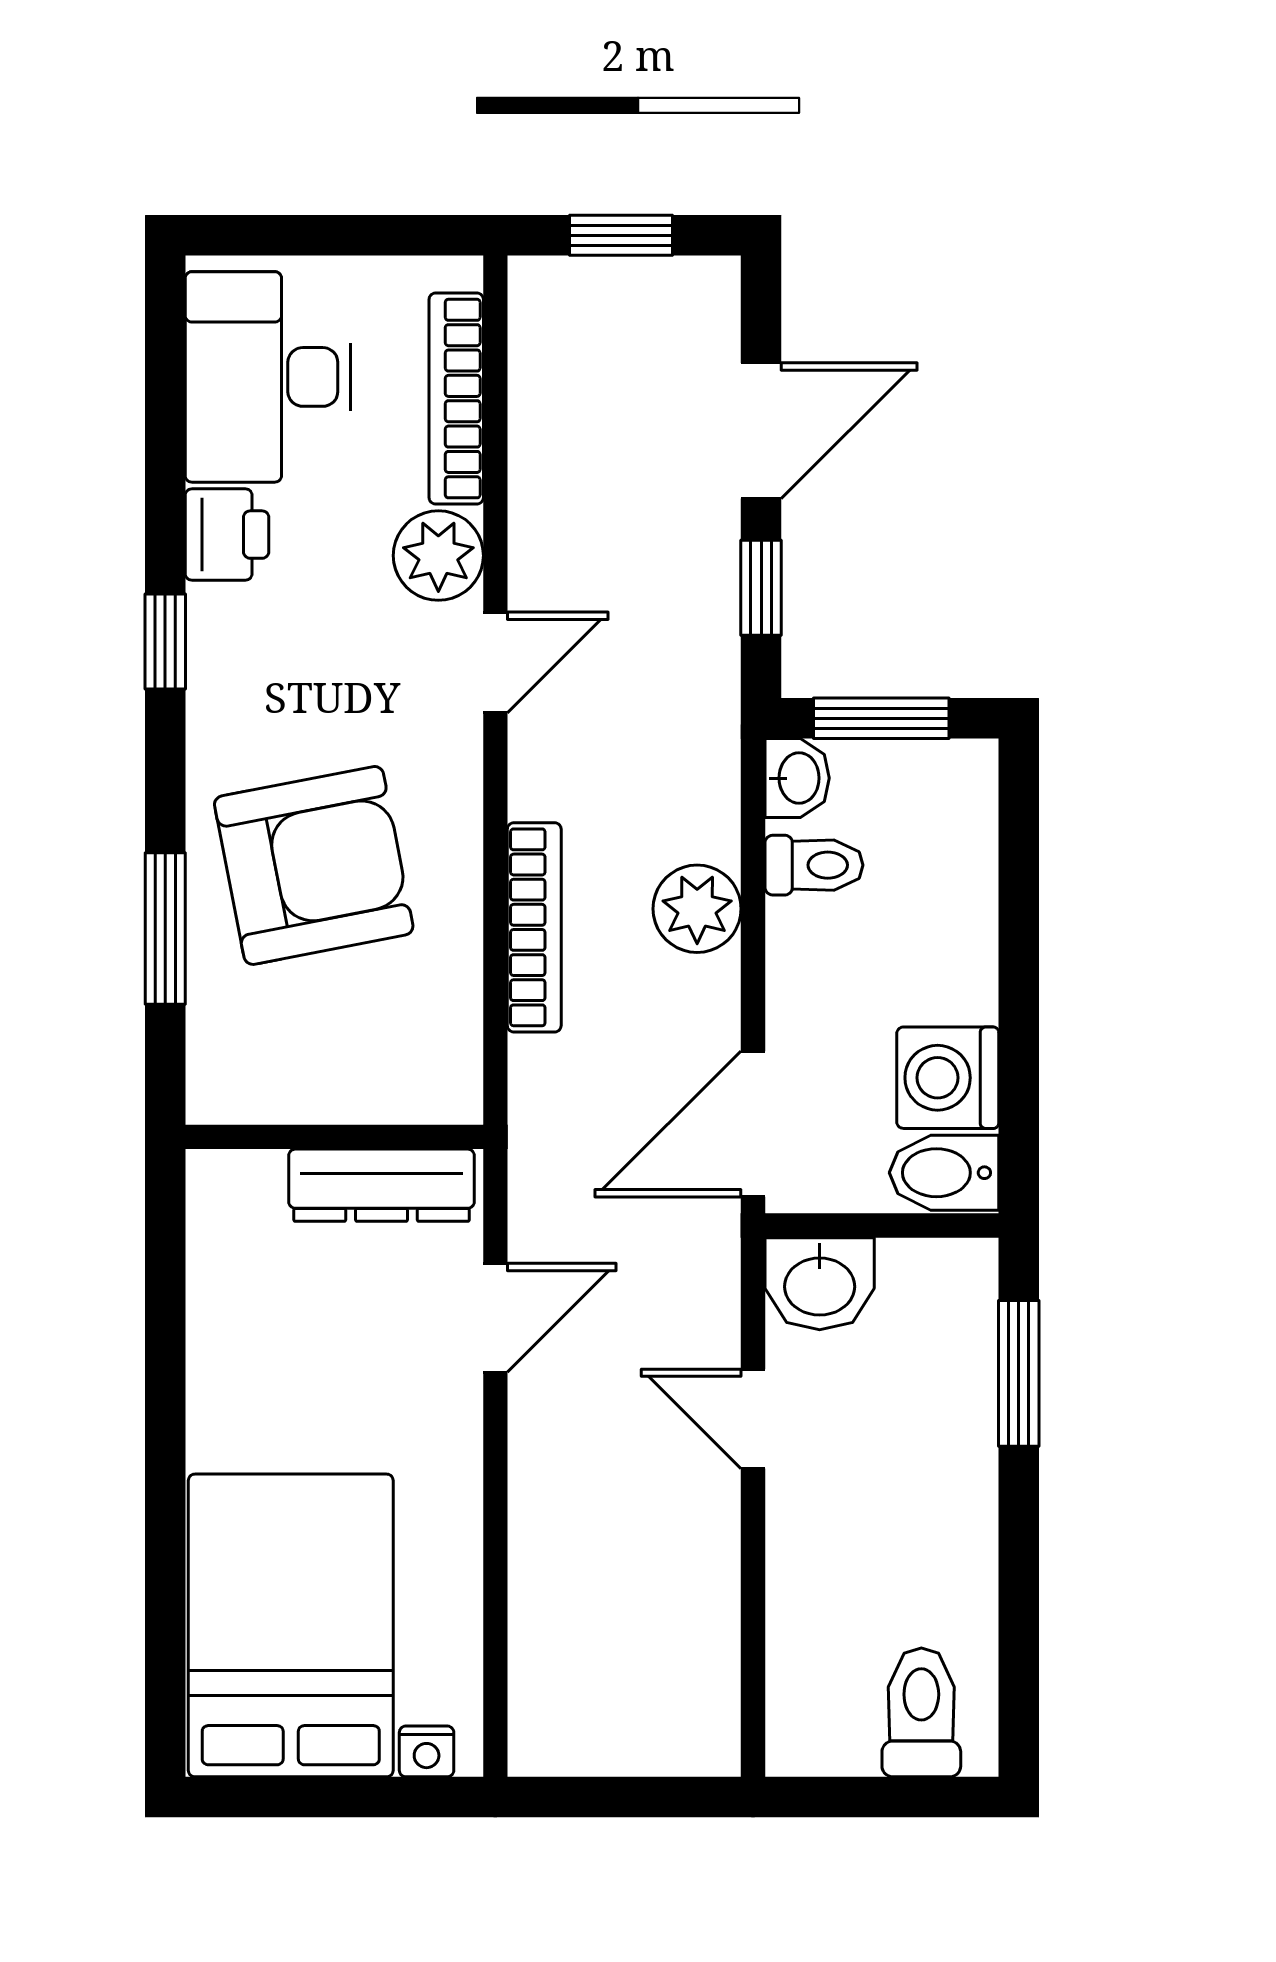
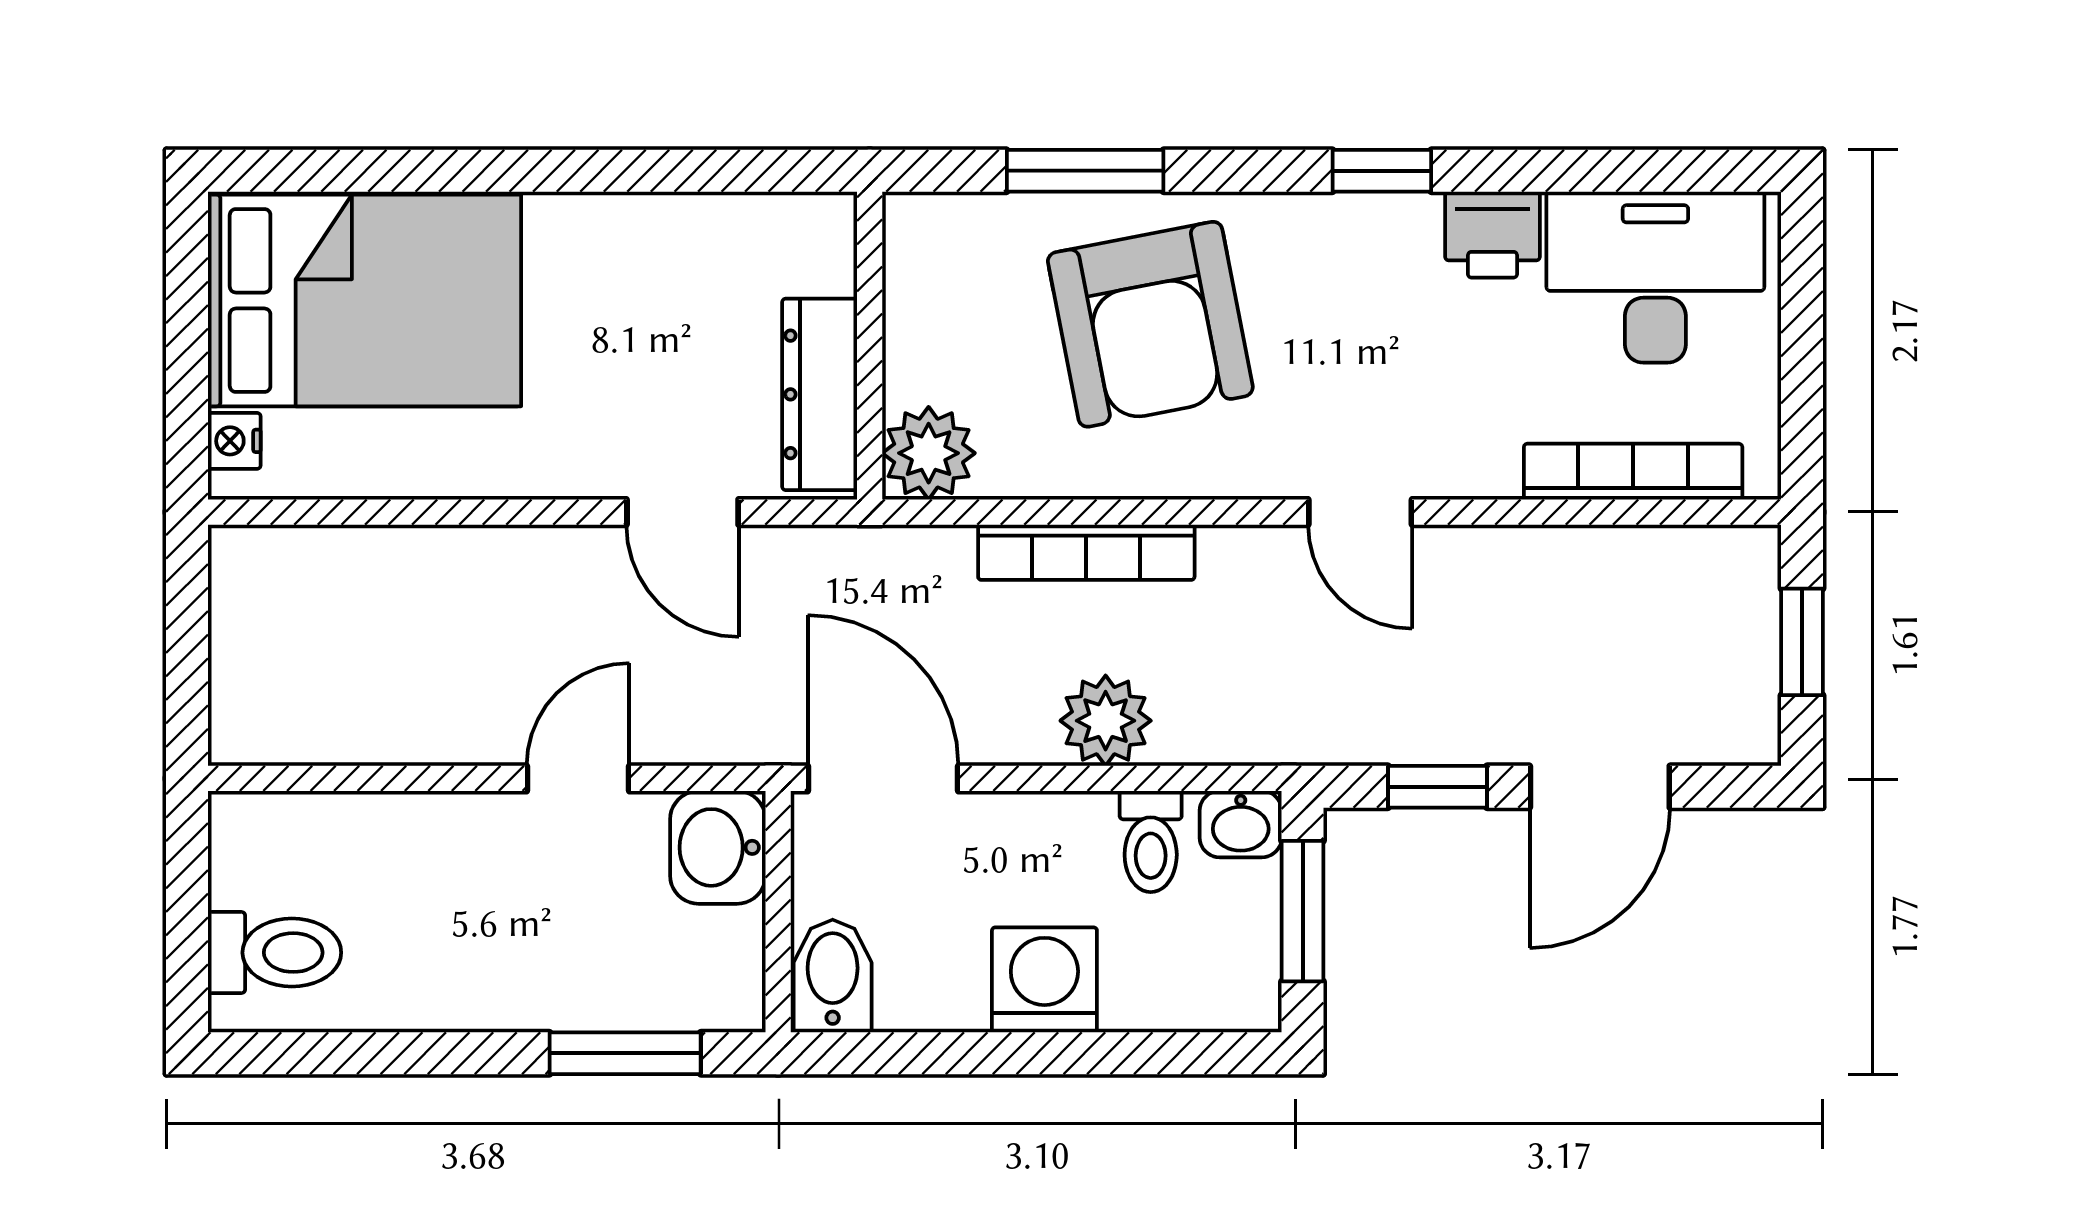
door: (761, 431) -> (1600, 787), hinge flipped
plant: (438, 556) -> (929, 453), moved
washing machine: (948, 1078) -> (1044, 980), moved

